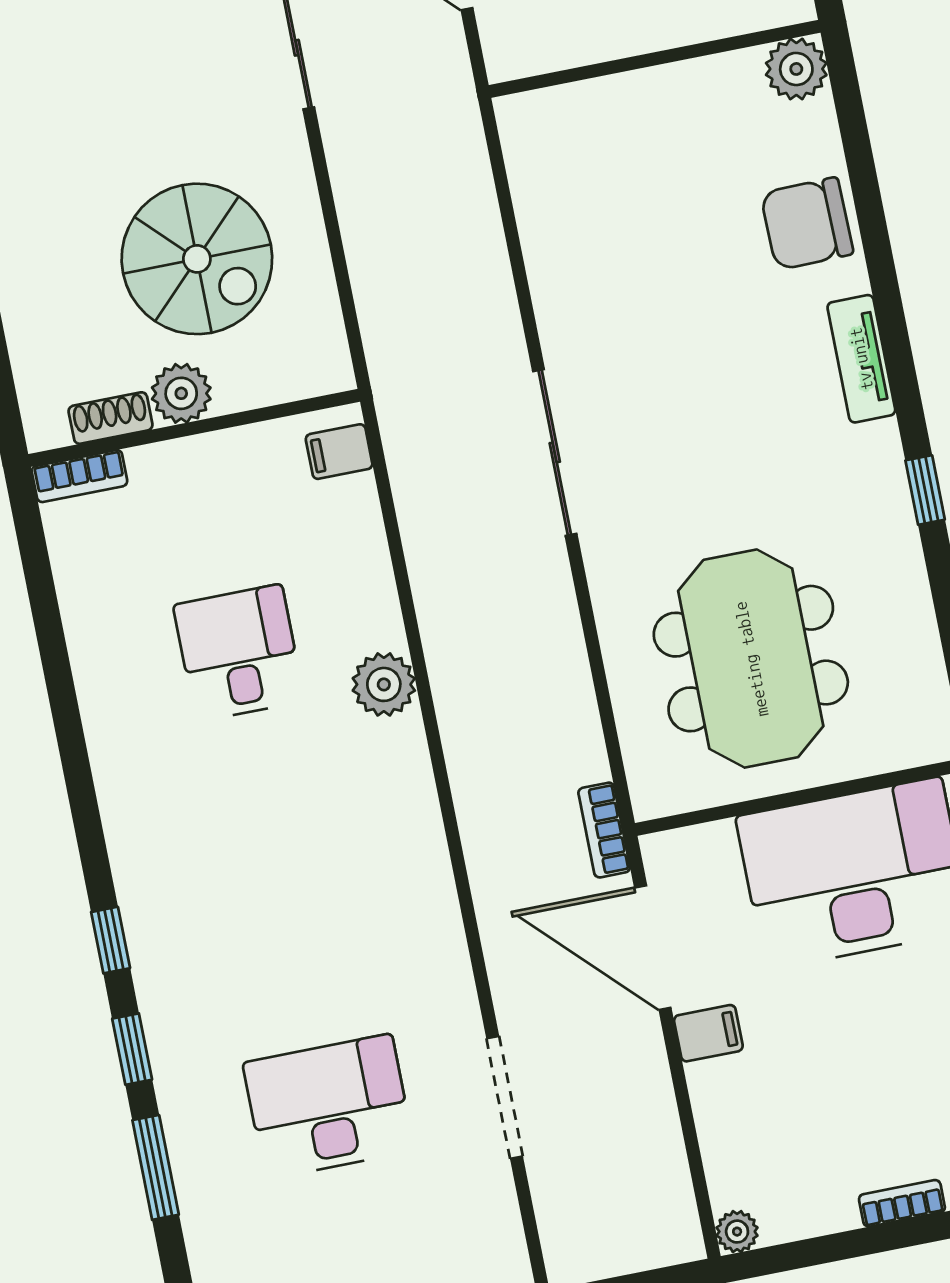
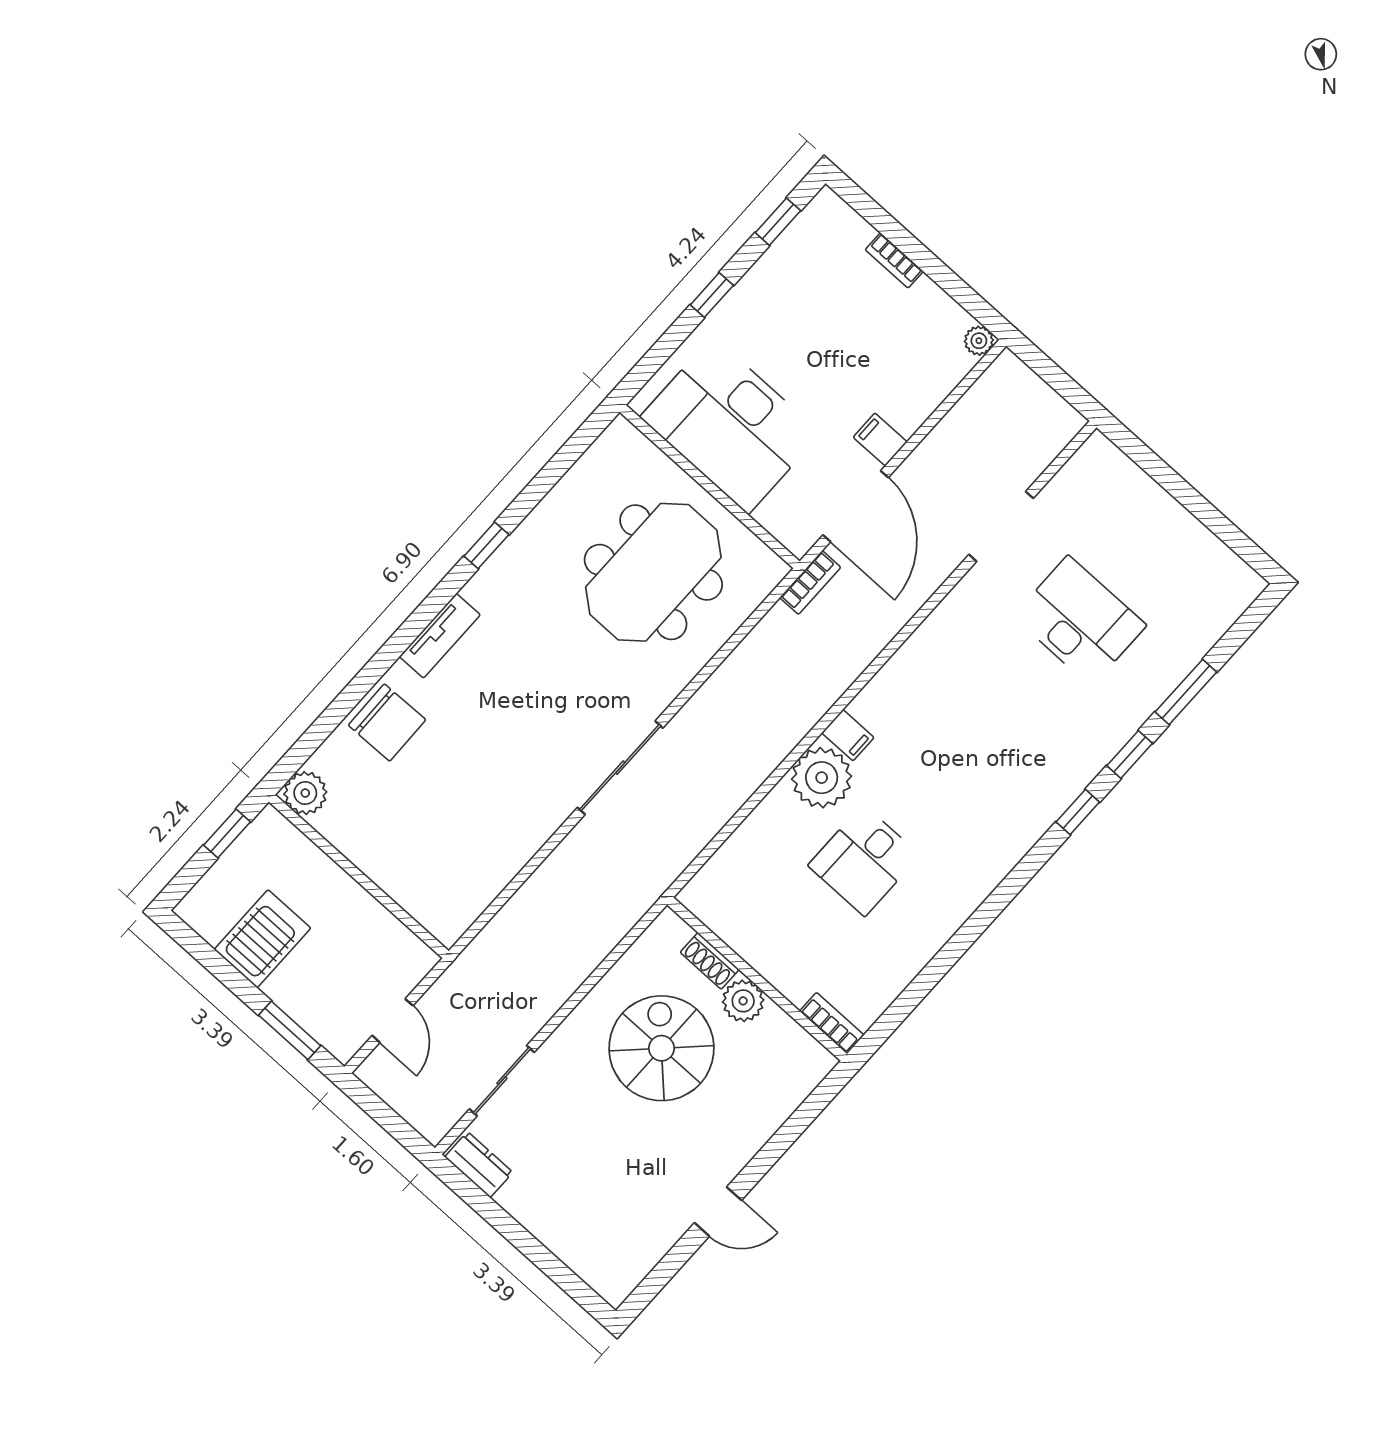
shoe rack: (111, 418) -> (710, 961), moved
filing cabinet: (339, 452) -> (848, 735), moved
plant: (384, 684) -> (822, 778), width x1.36, depth x1.36
desk: (329, 1107) -> (1080, 621), turned 180

